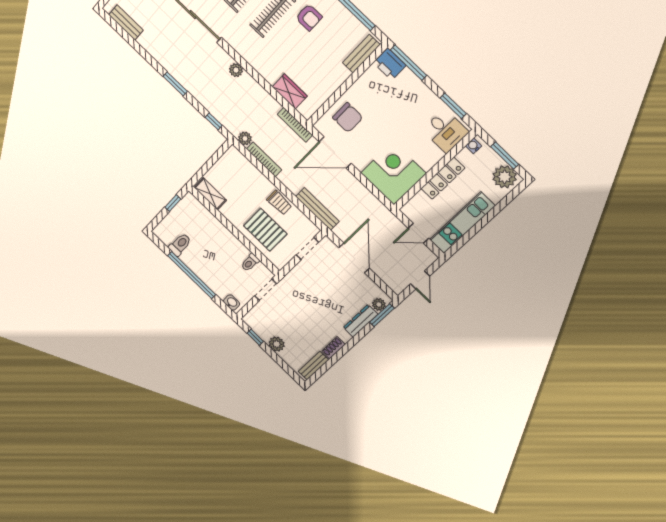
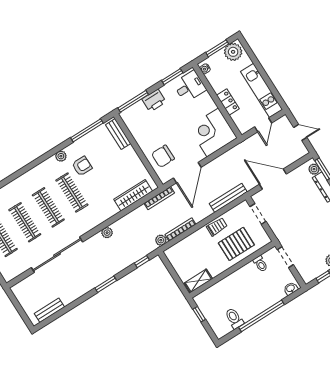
printer: (390, 64) -> (154, 100), moved
wardrobe: (290, 91) -> (133, 195), width x1.50
chair: (348, 118) -> (163, 156), turned 180
locker: (443, 178) -> (228, 102), width x0.66

